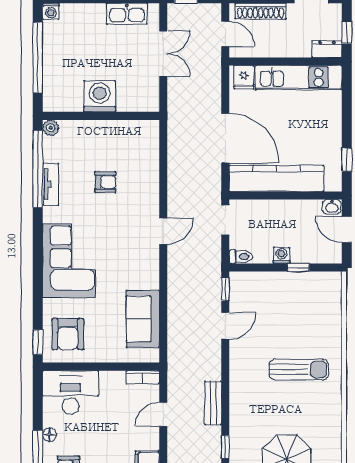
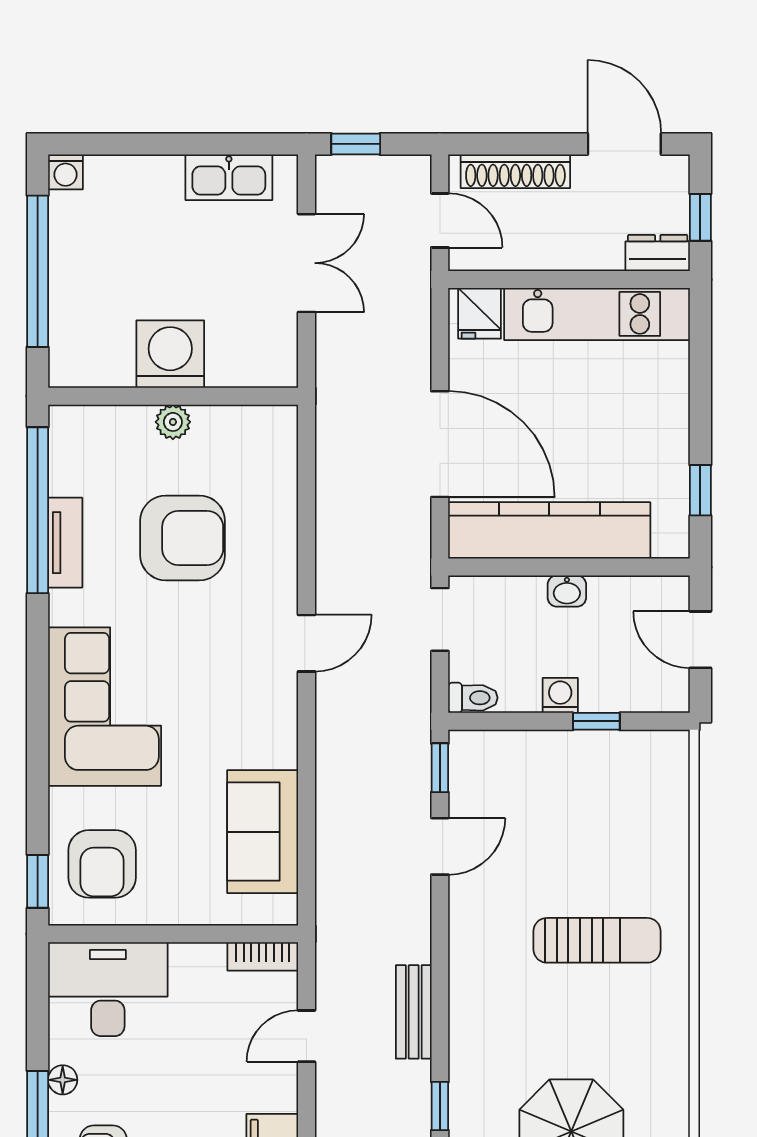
plant: (51, 128) -> (173, 422), moved
armchair: (105, 182) -> (183, 538), width x1.88, depth x1.88
washbasin: (332, 207) -> (567, 591), moved

